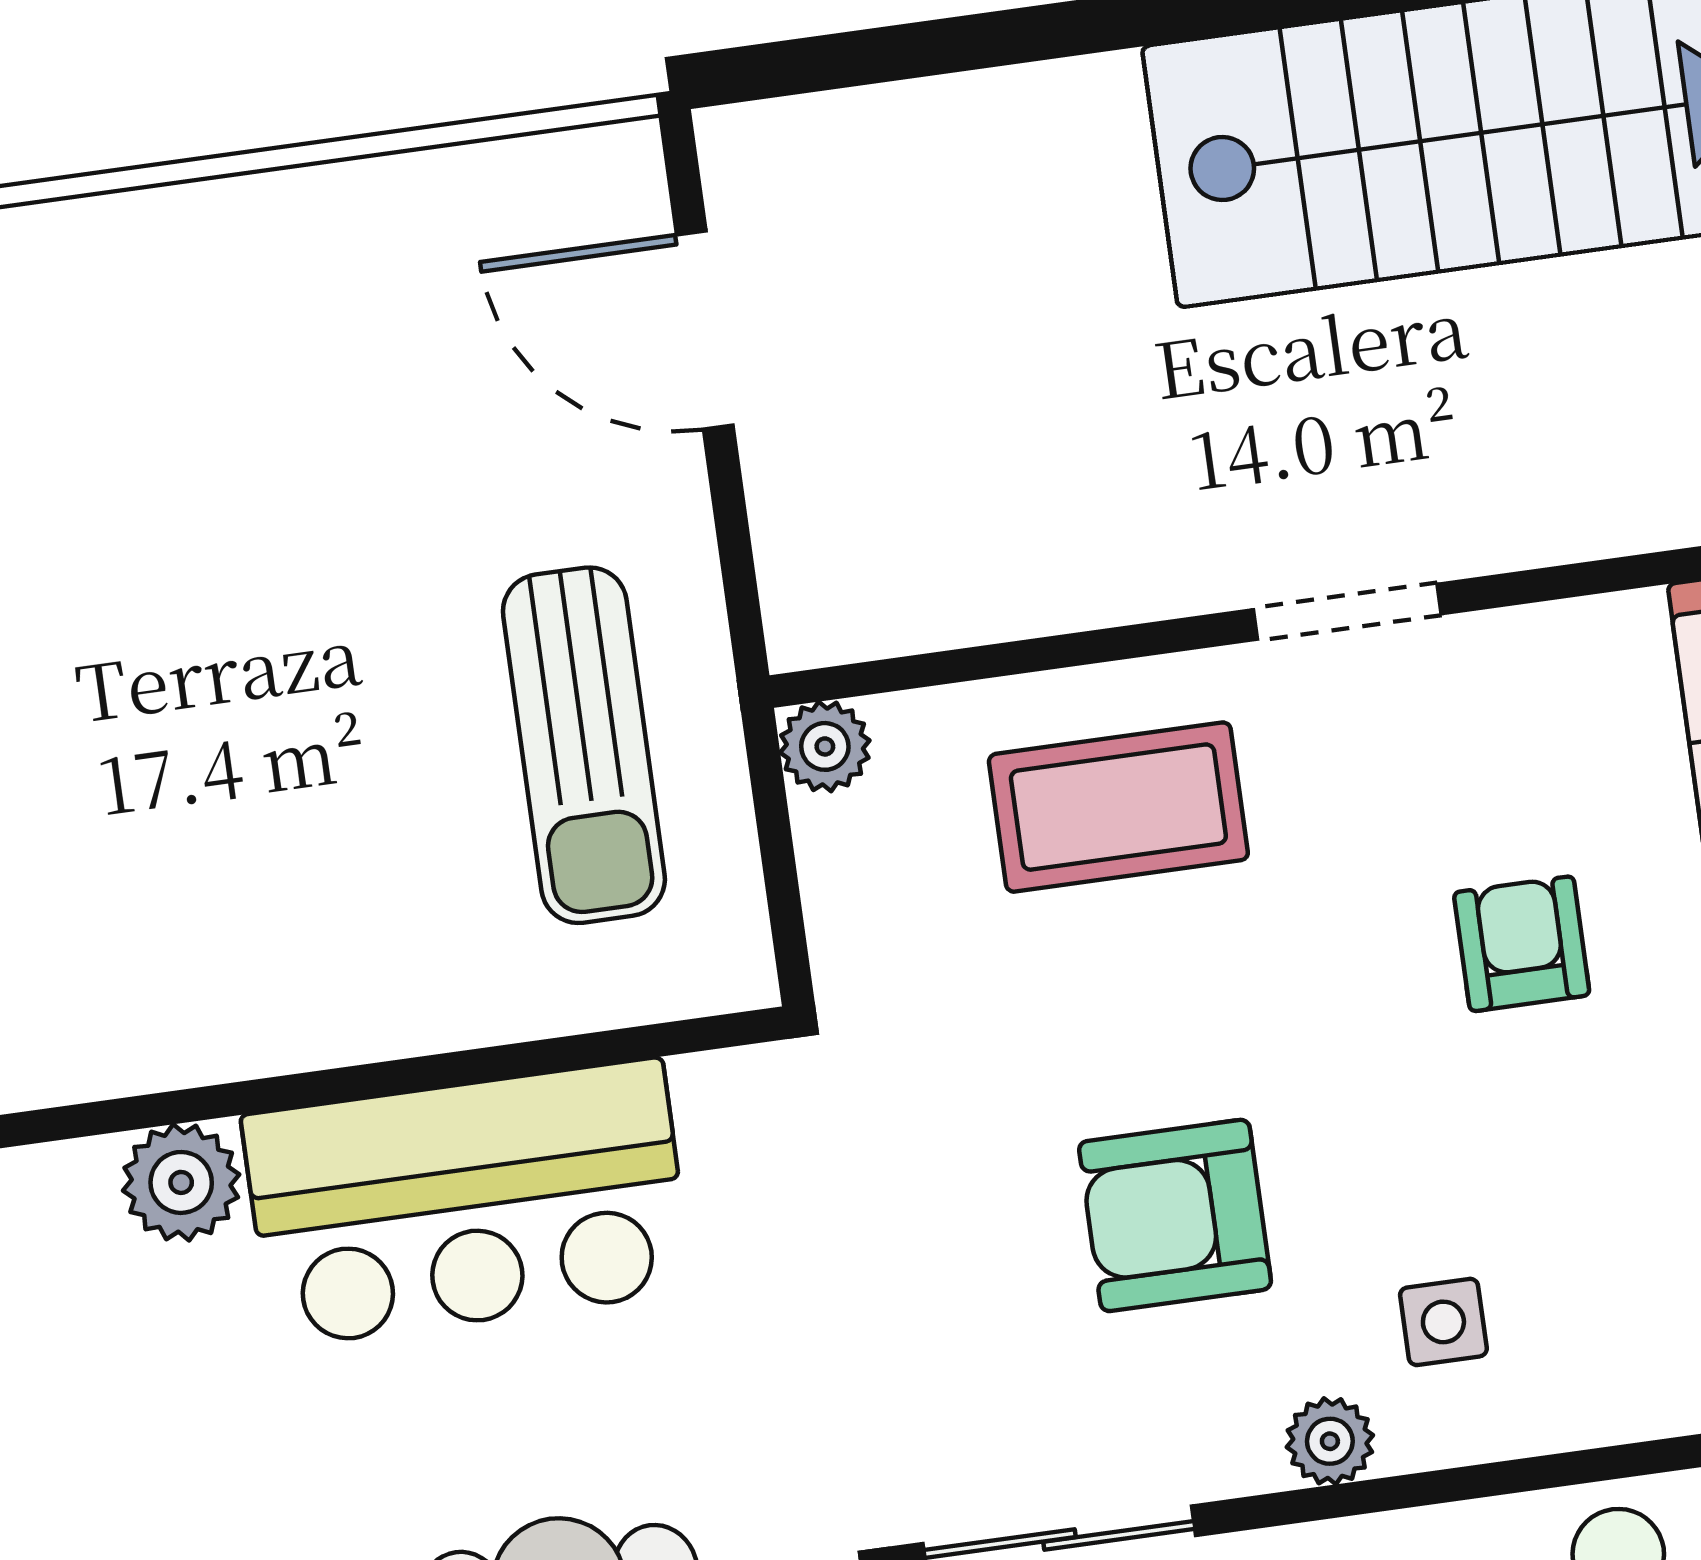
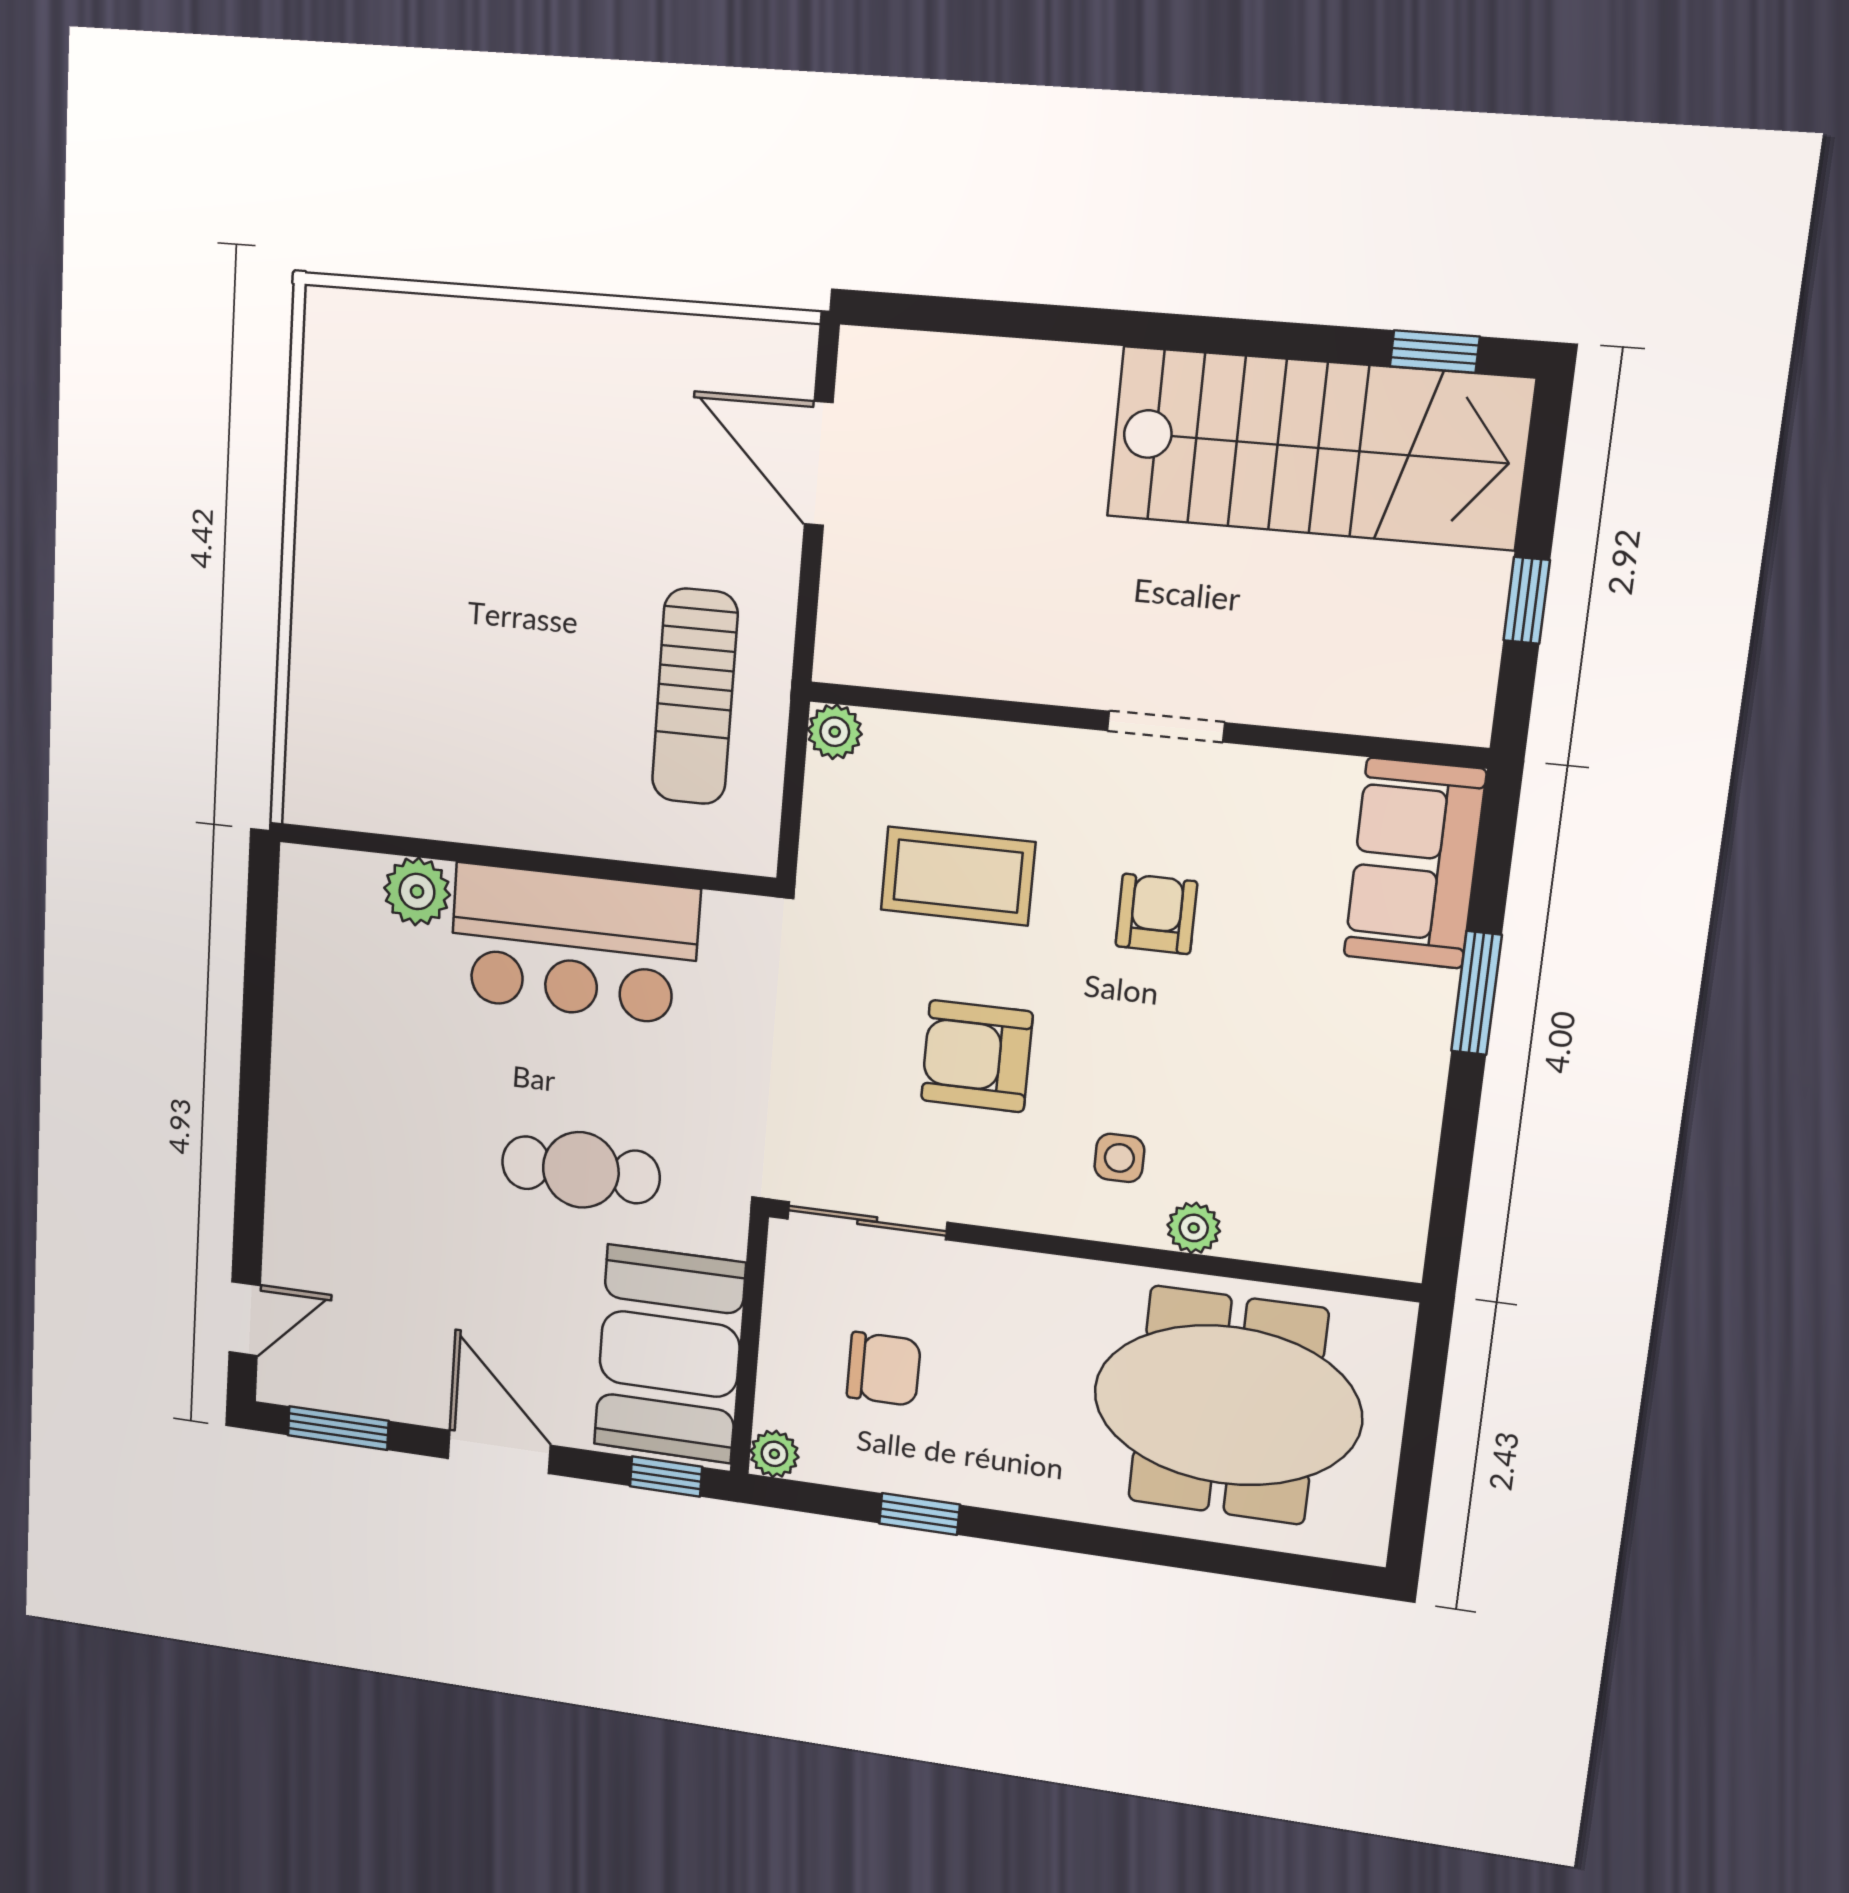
coffee table: (1118, 807) -> (958, 876), moved
armchair: (1522, 944) -> (1156, 914), moved
plant: (1330, 1441) -> (1194, 1228), moved

